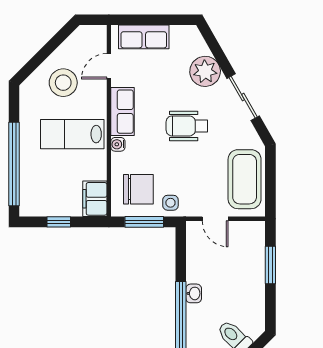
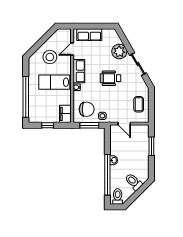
coffee table: (245, 179) -> (139, 104), width x0.54, depth x0.58

